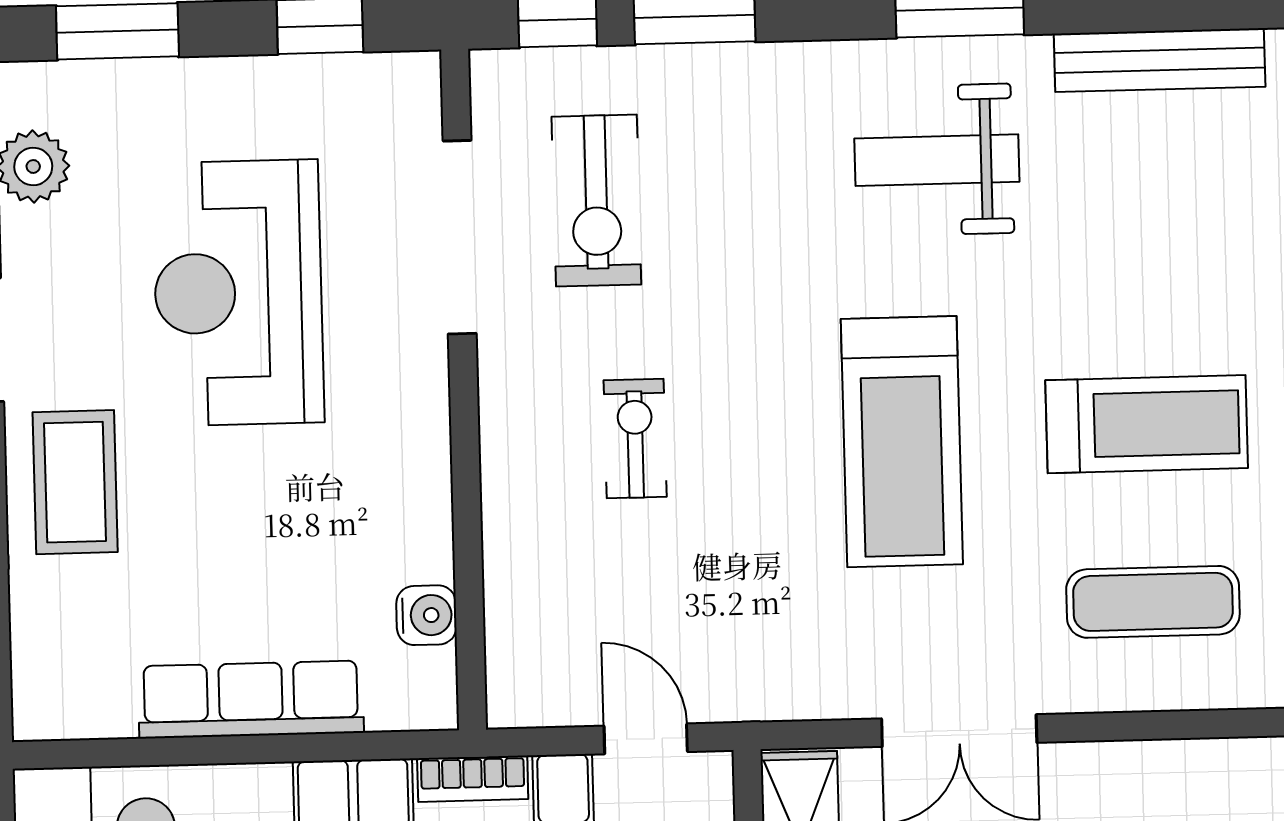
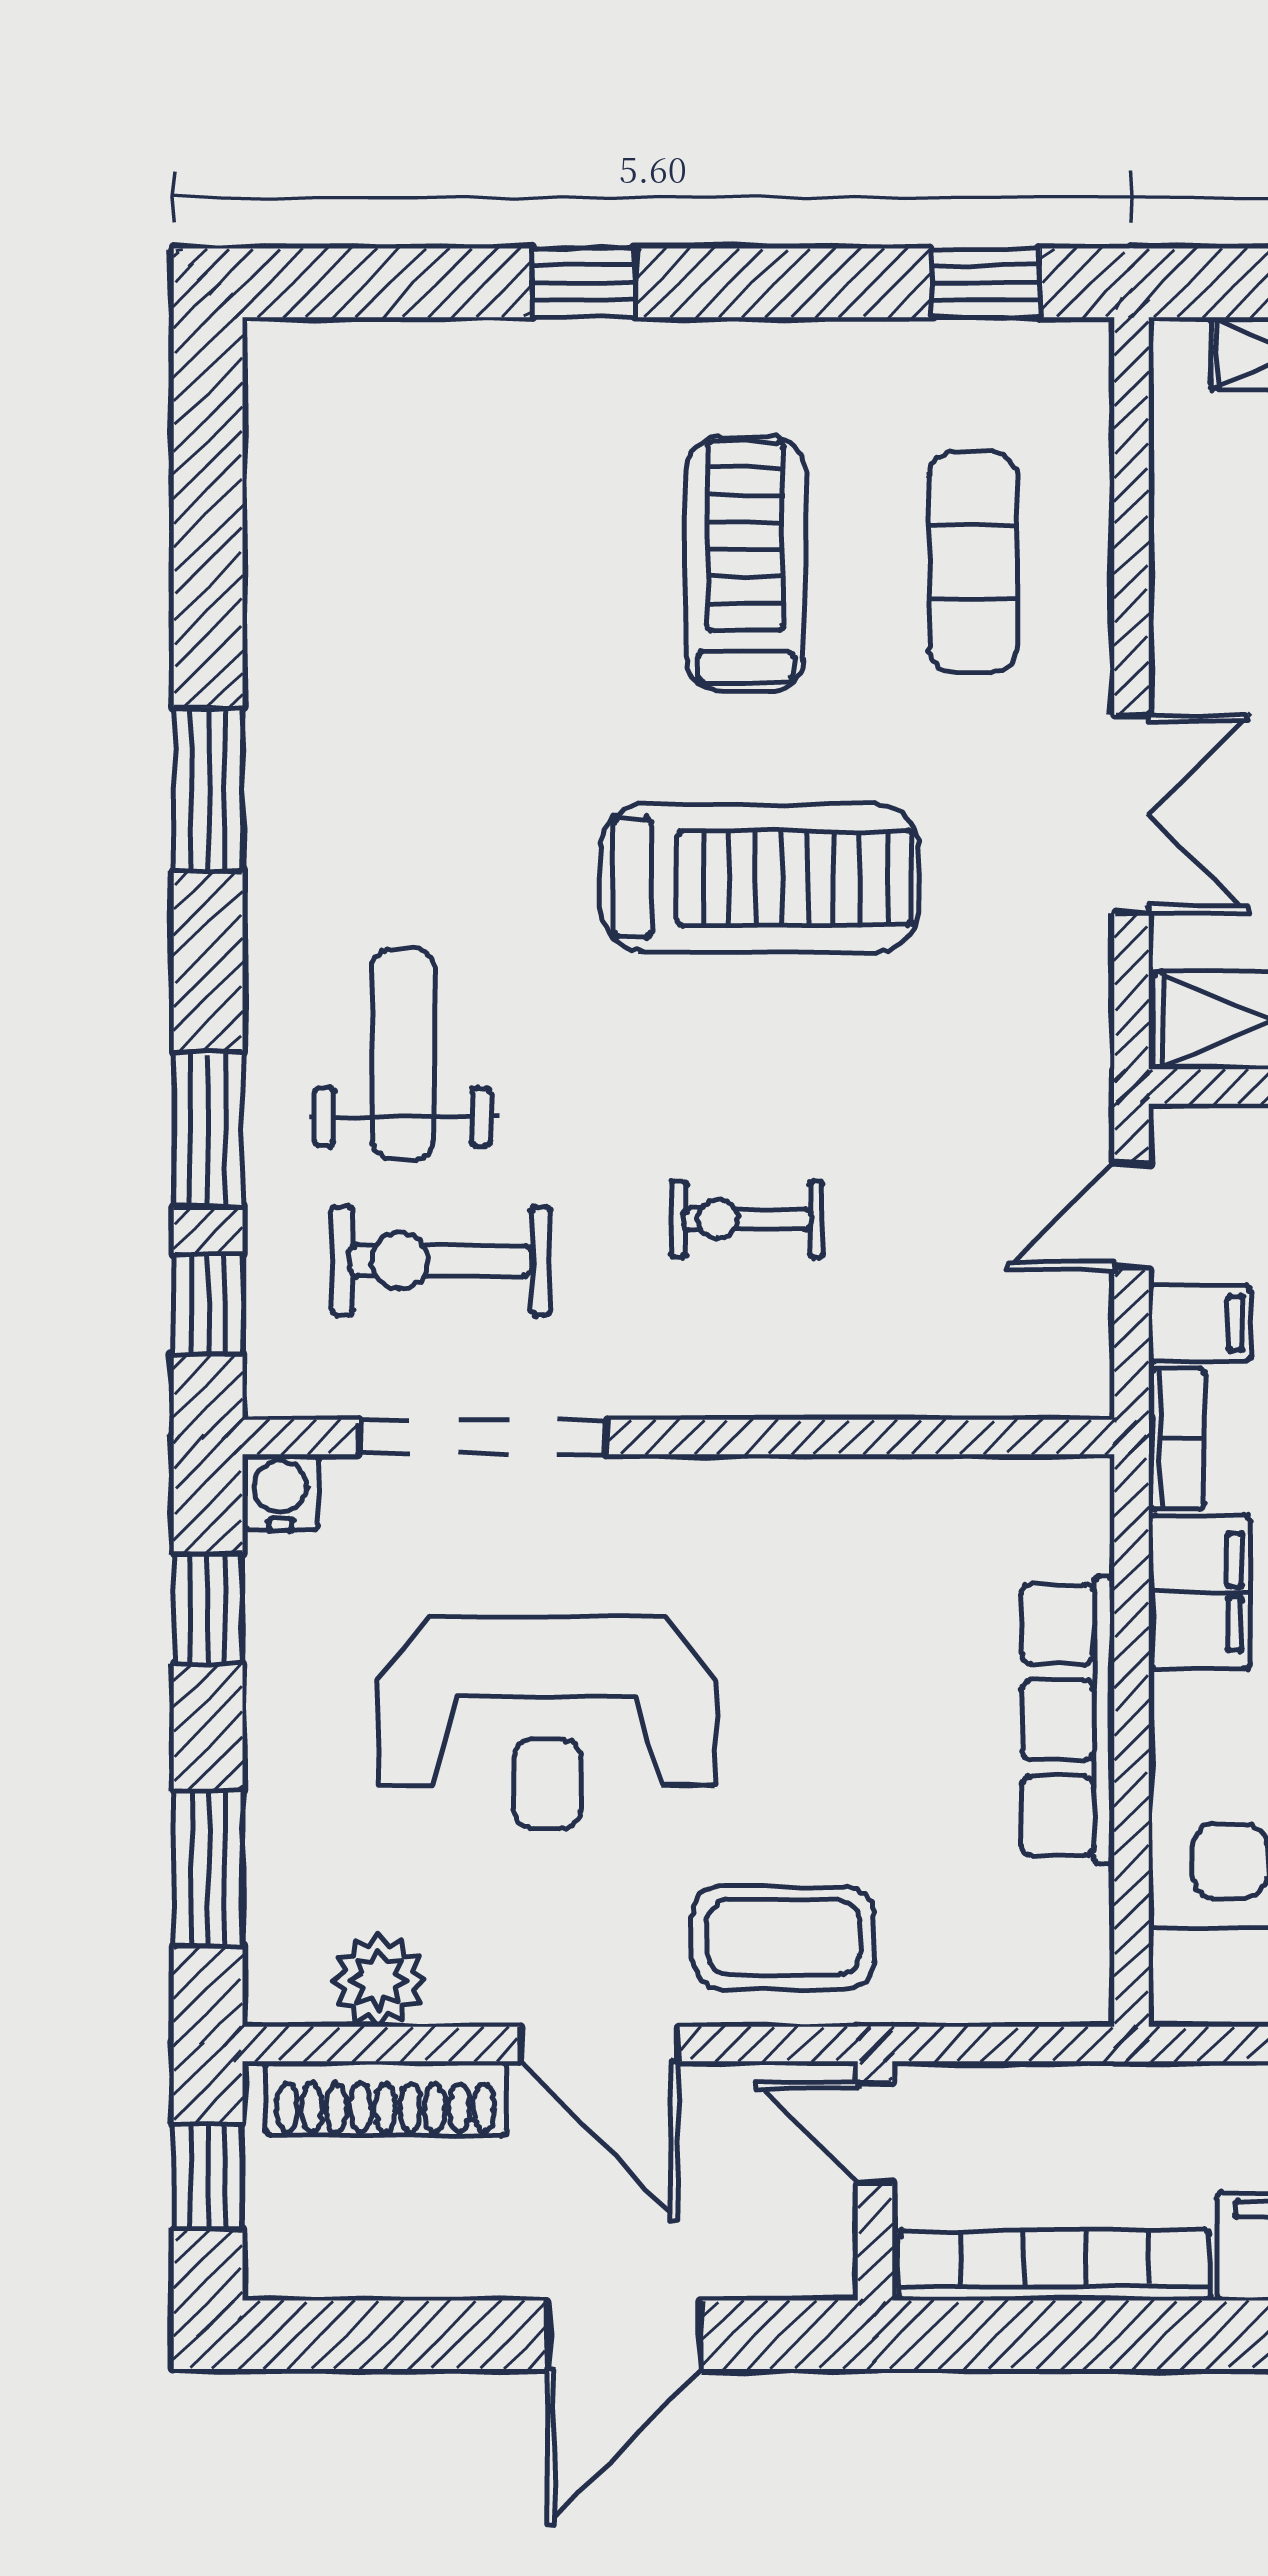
bench: (1160, 60) -> (280, 535), removed
weight bench: (937, 160) -> (403, 1054), moved, turned 180
exercise bike: (596, 201) -> (441, 1261), turned 180
water cooler: (426, 615) -> (280, 1492), moved

